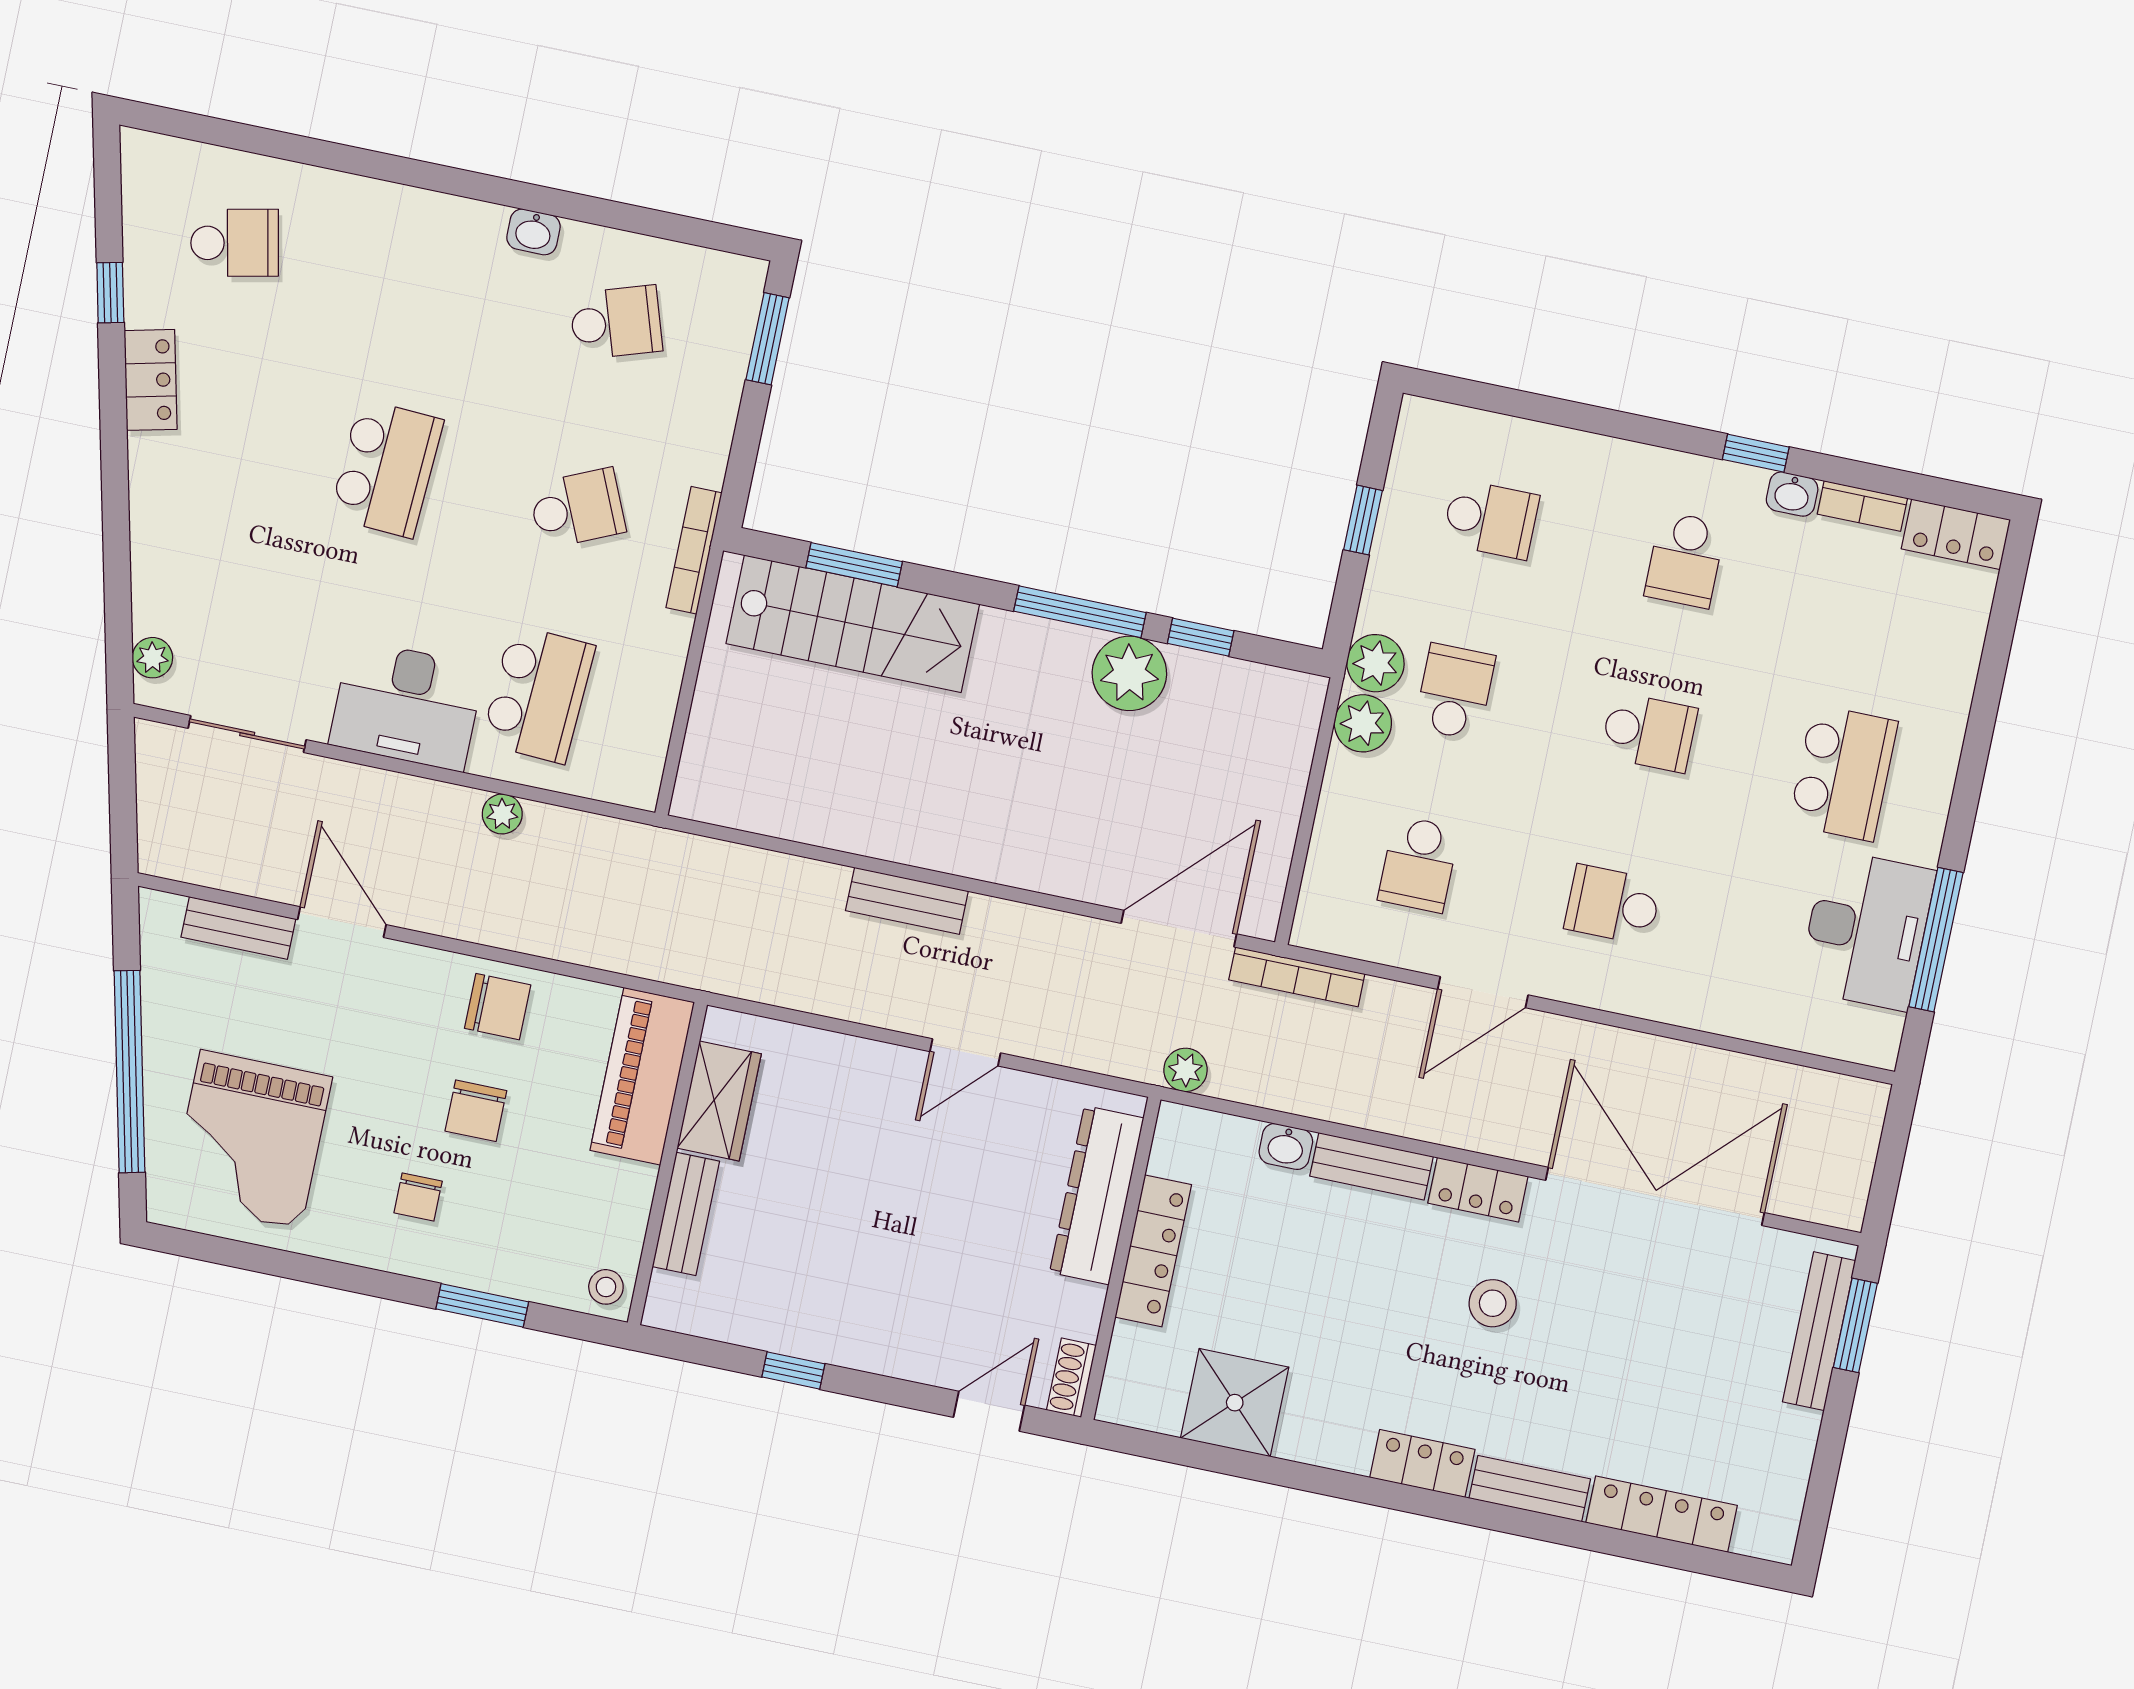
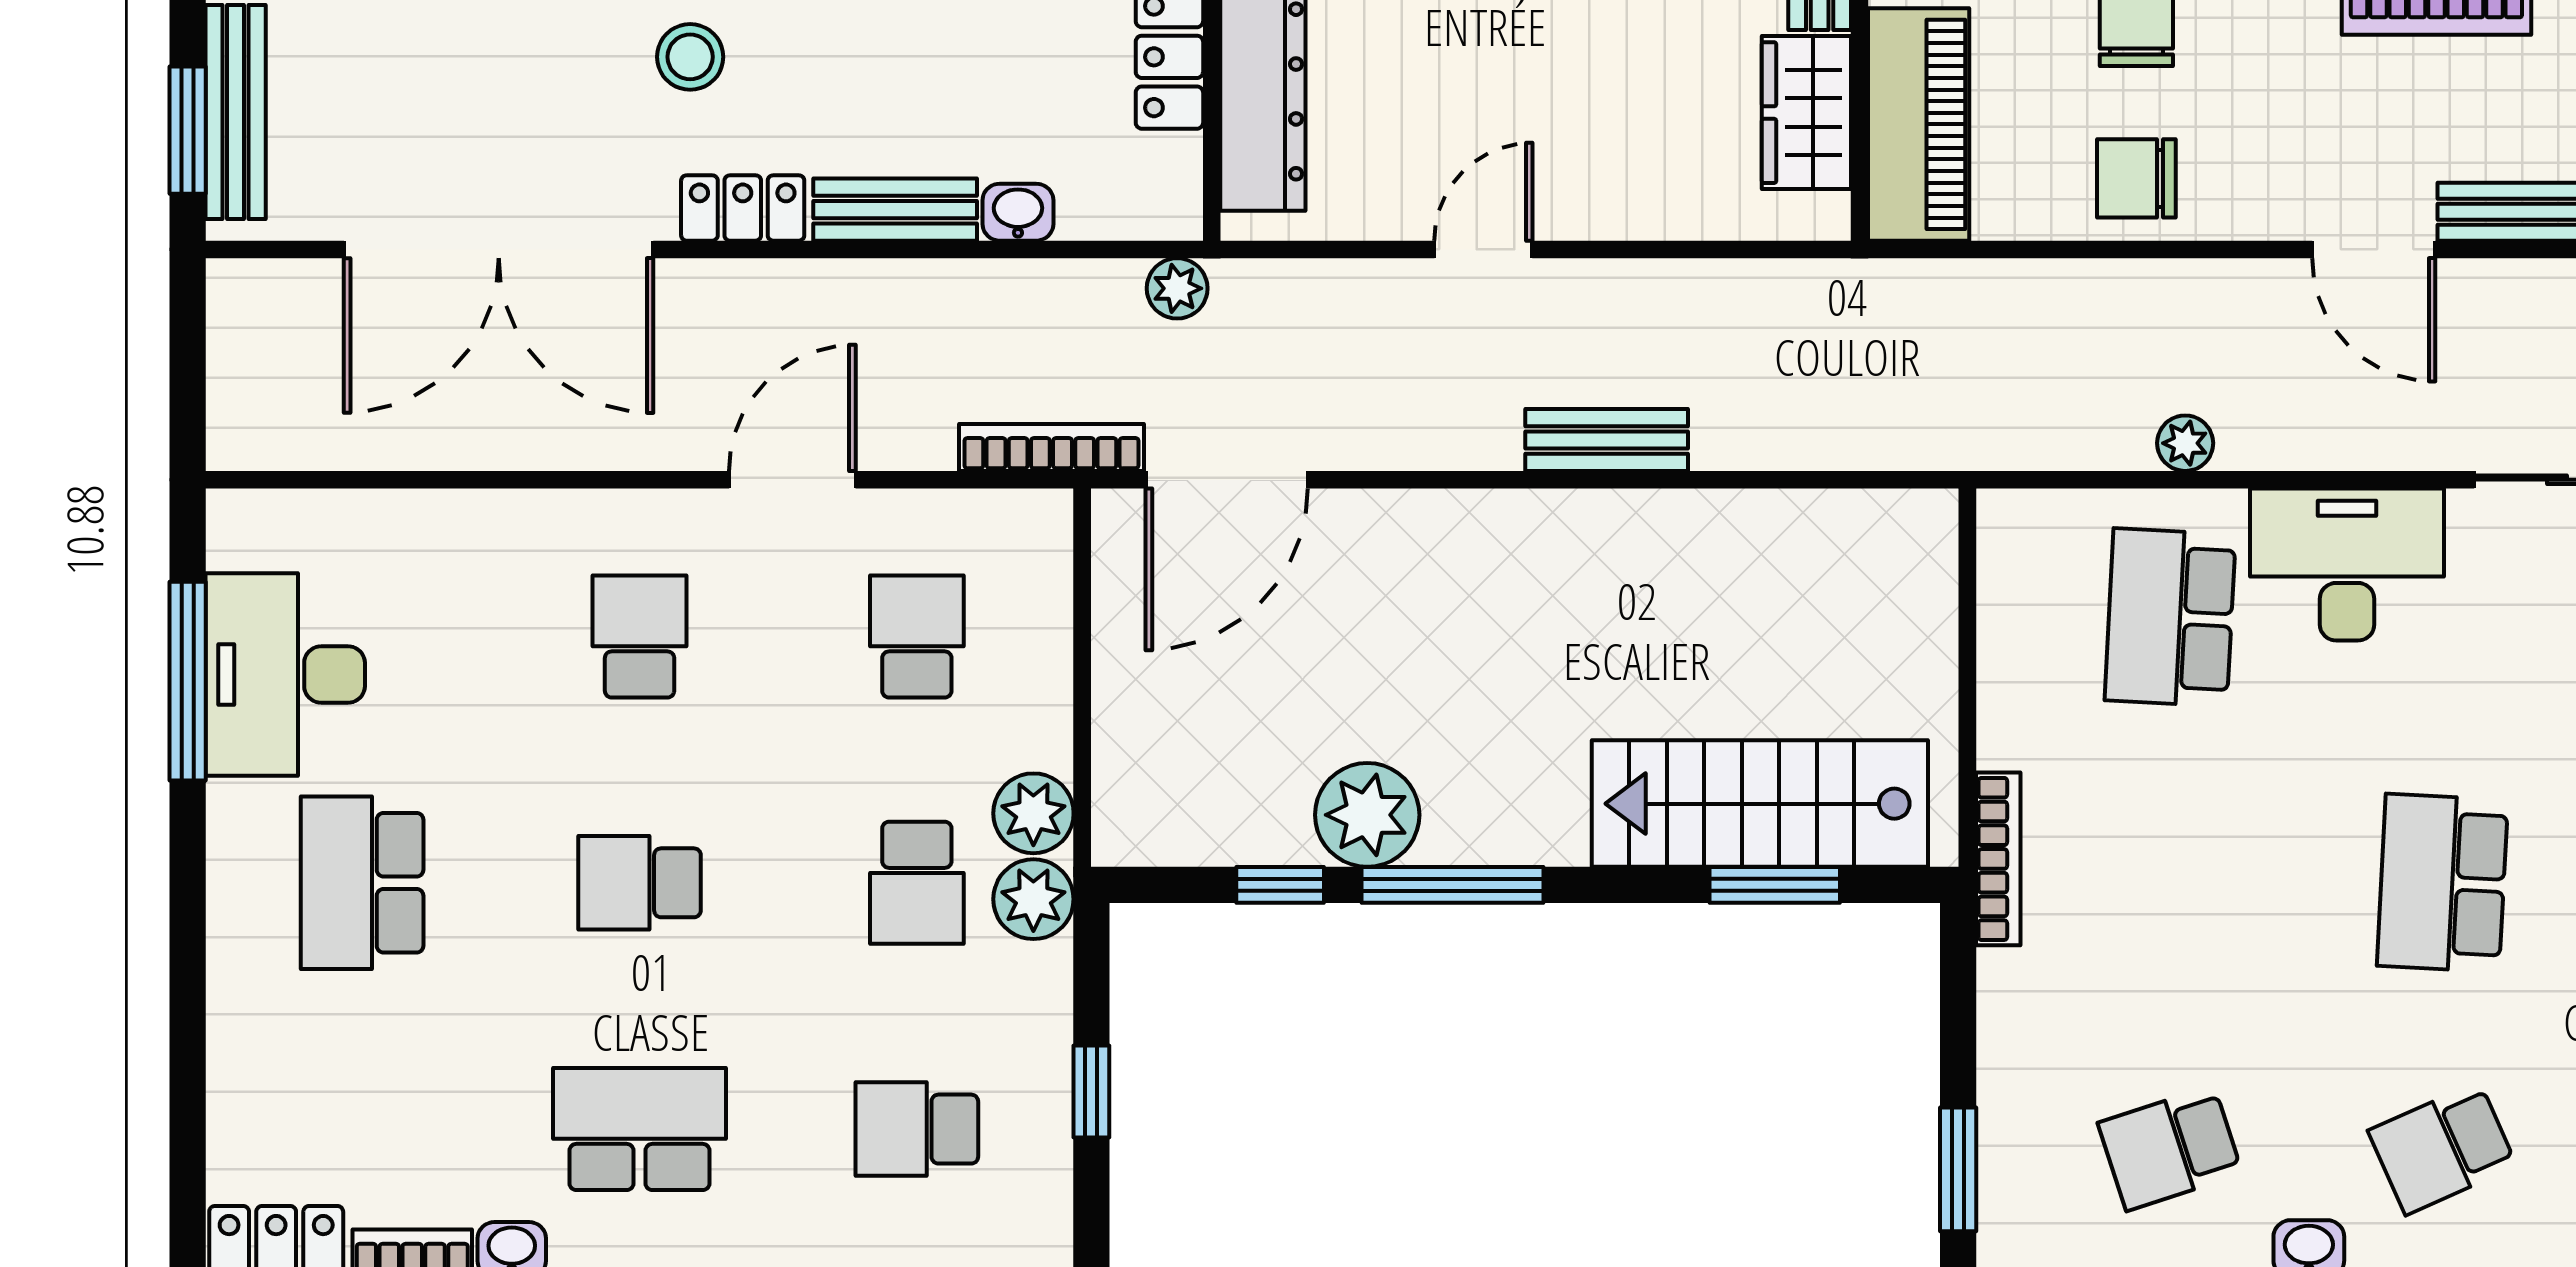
school desk: (577, 508) -> (2442, 1148), moved
school desk: (1685, 560) -> (640, 1129), width x1.85
school desk: (1613, 905) -> (640, 636), turned -90

